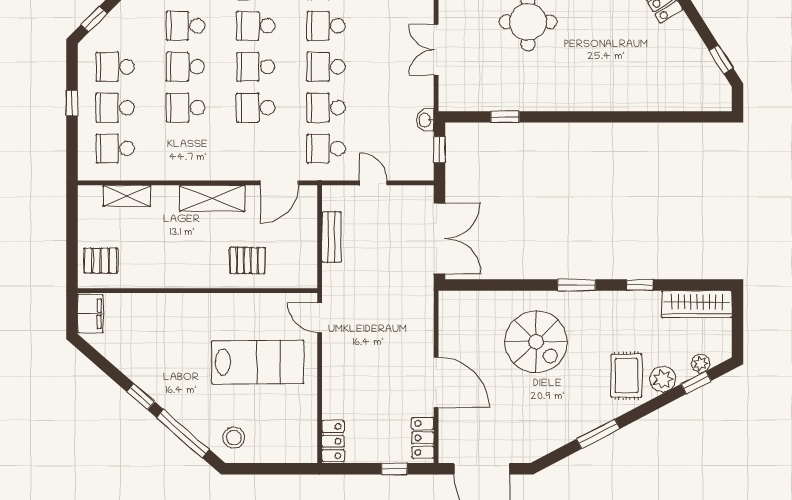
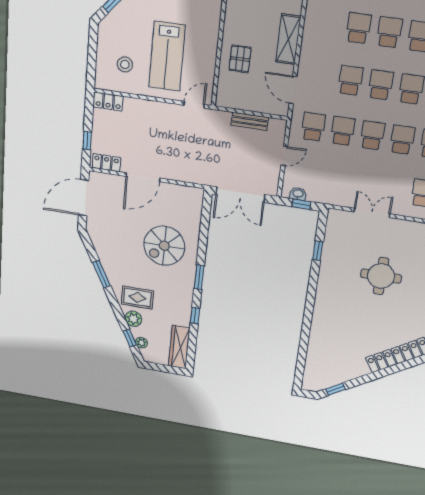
washbasin: (425, 120) -> (298, 194), moved
stool: (234, 438) -> (125, 64), moved

